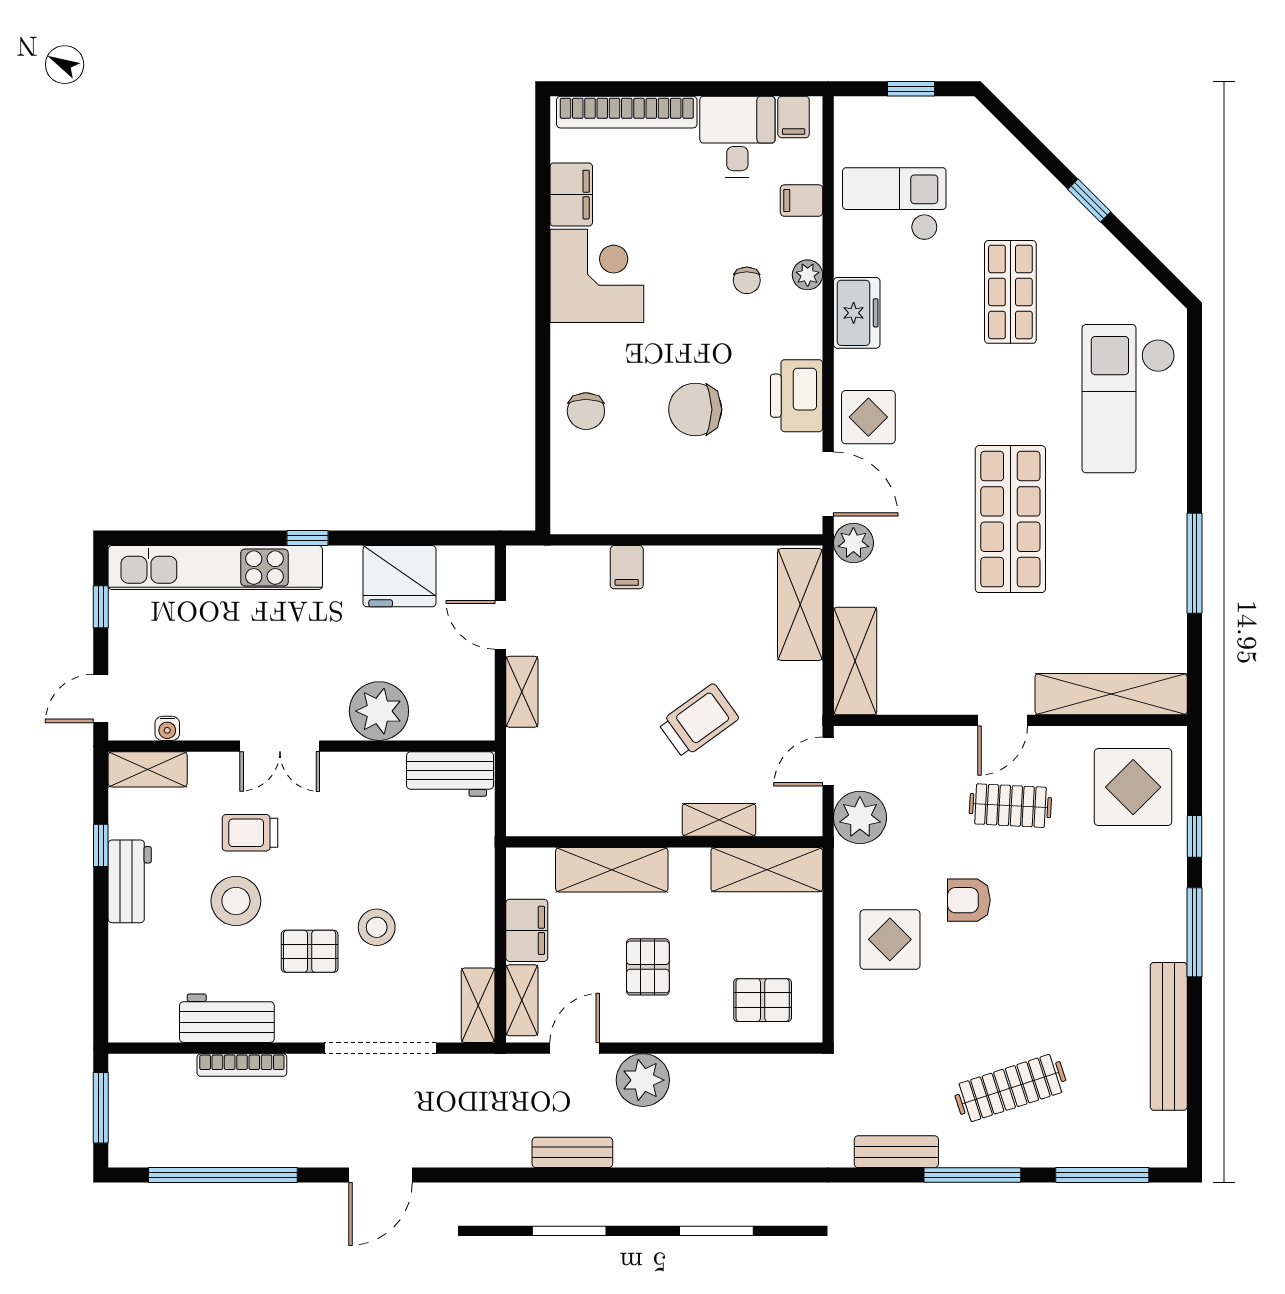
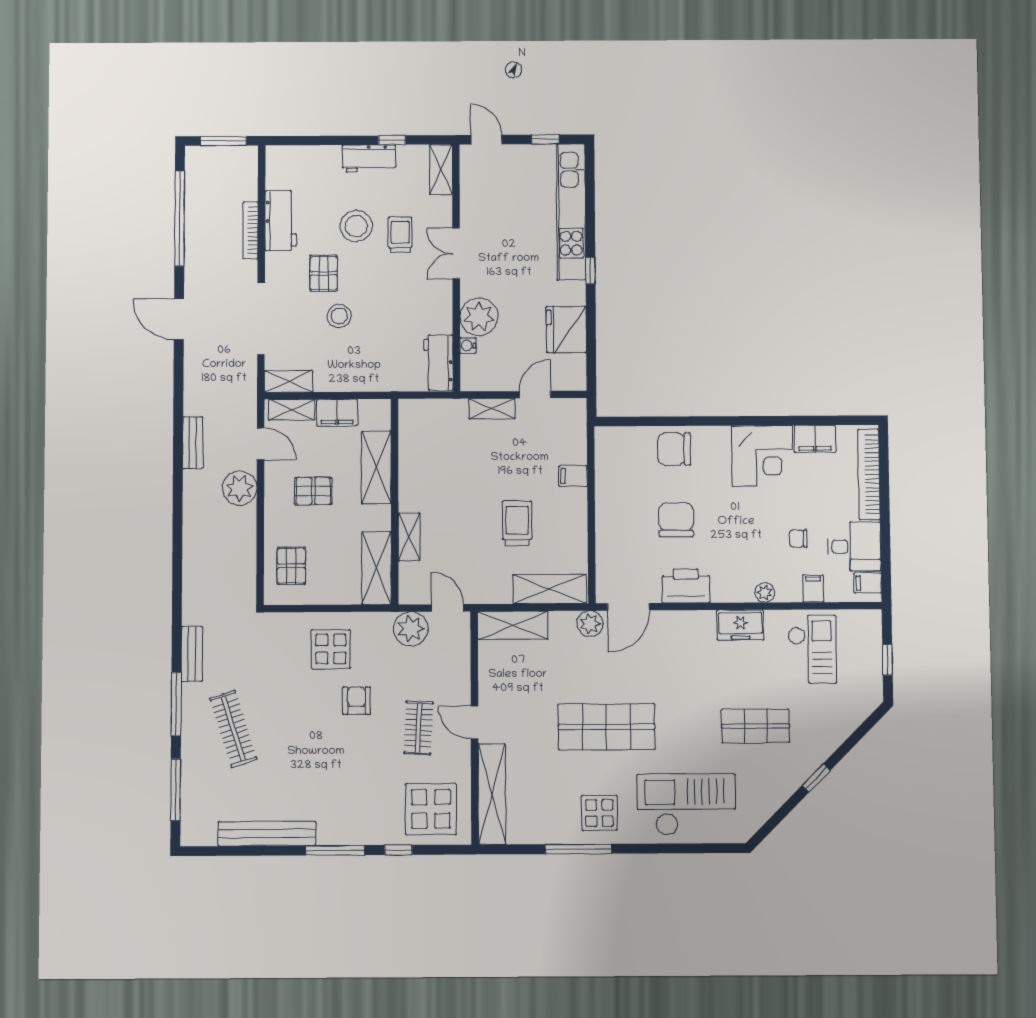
chair: (747, 280) -> (798, 539), moved
chair: (586, 411) -> (674, 449), width x1.37, depth x1.37
display table: (868, 417) -> (599, 813), moved
trolley: (699, 721) -> (517, 523), moved, turned -144
water cooler: (167, 728) -> (468, 345), moved

